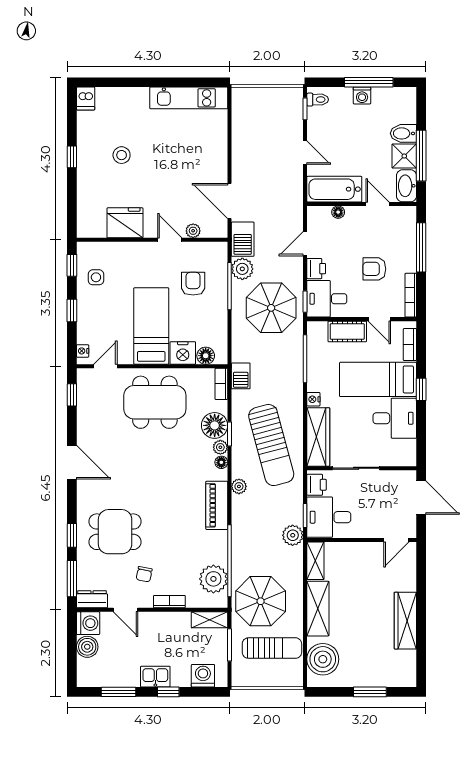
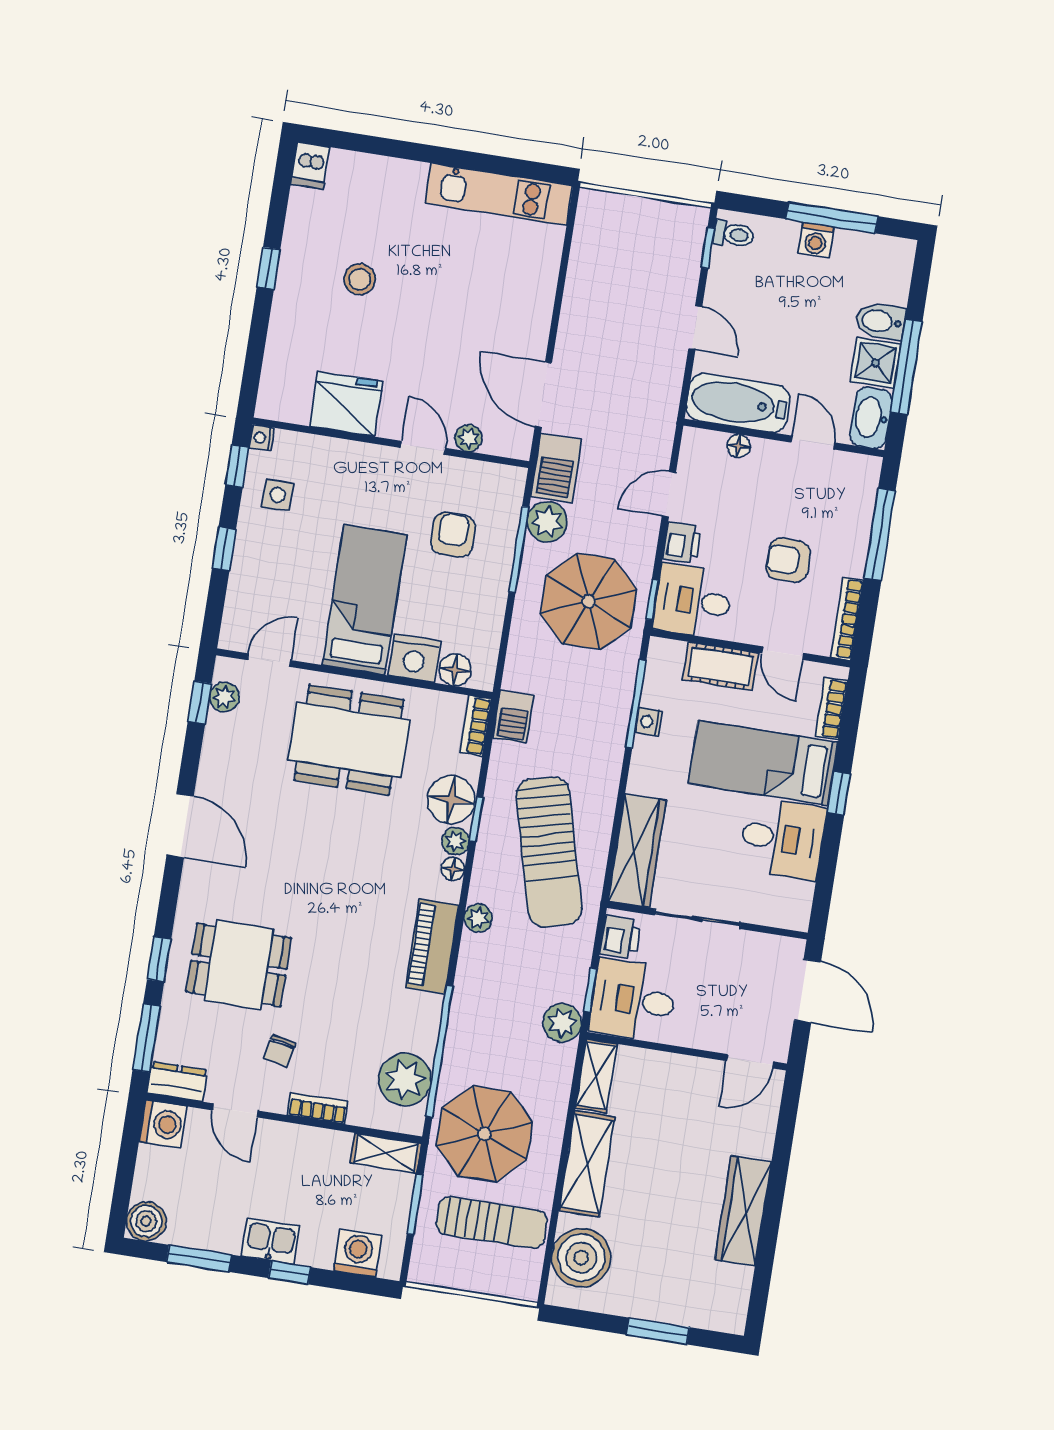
nightstand: (83, 351) -> (262, 438), moved
plant: (85, 390) -> (224, 697), added
nightstand: (313, 399) -> (648, 722), moved
boiler: (87, 647) -> (146, 1221), moved

